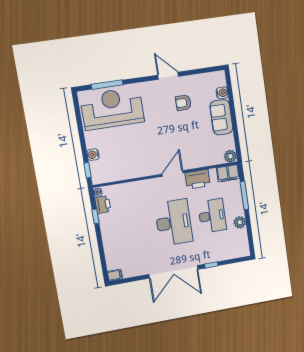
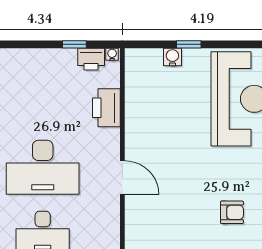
armchair: (183, 103) -> (232, 212), turned 90
window: (88, 170) -> (189, 44), moved
printer: (198, 179) -> (106, 108), moved

